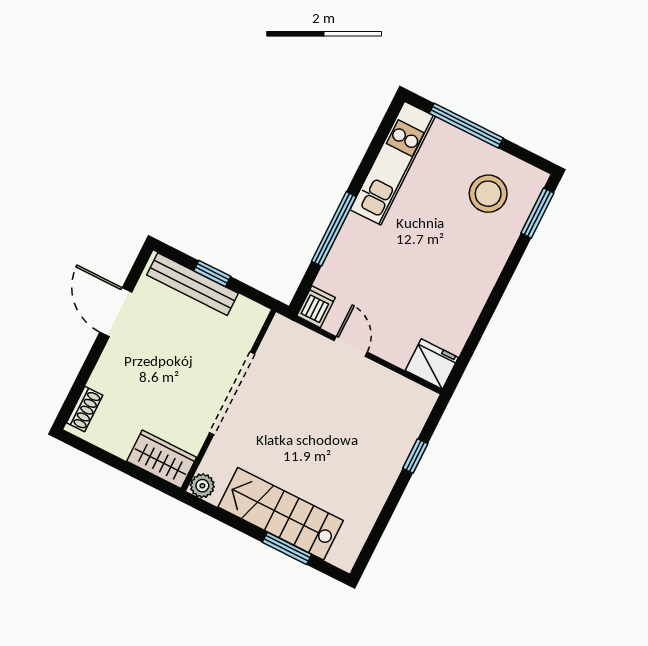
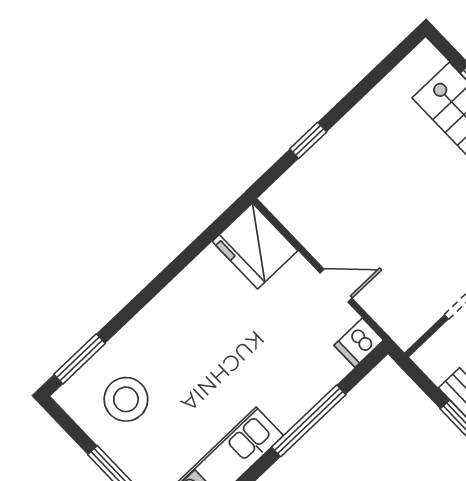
door: (351, 346) -> (336, 286), swing flipped
fridge: (432, 364) -> (255, 246), width x1.36, depth x1.34

